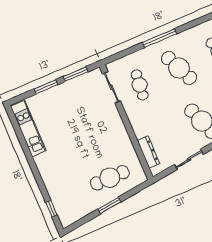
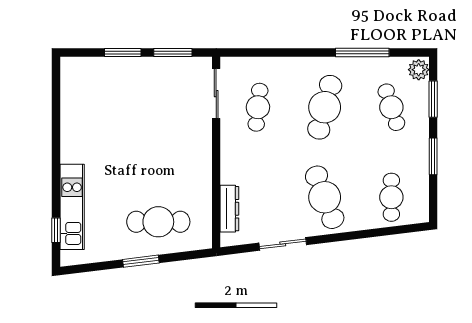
window: (159, 38) -> (362, 52), moved
cafe table: (179, 68) -> (325, 107), turned 39
kitchen unit: (28, 128) -> (72, 207), moved

